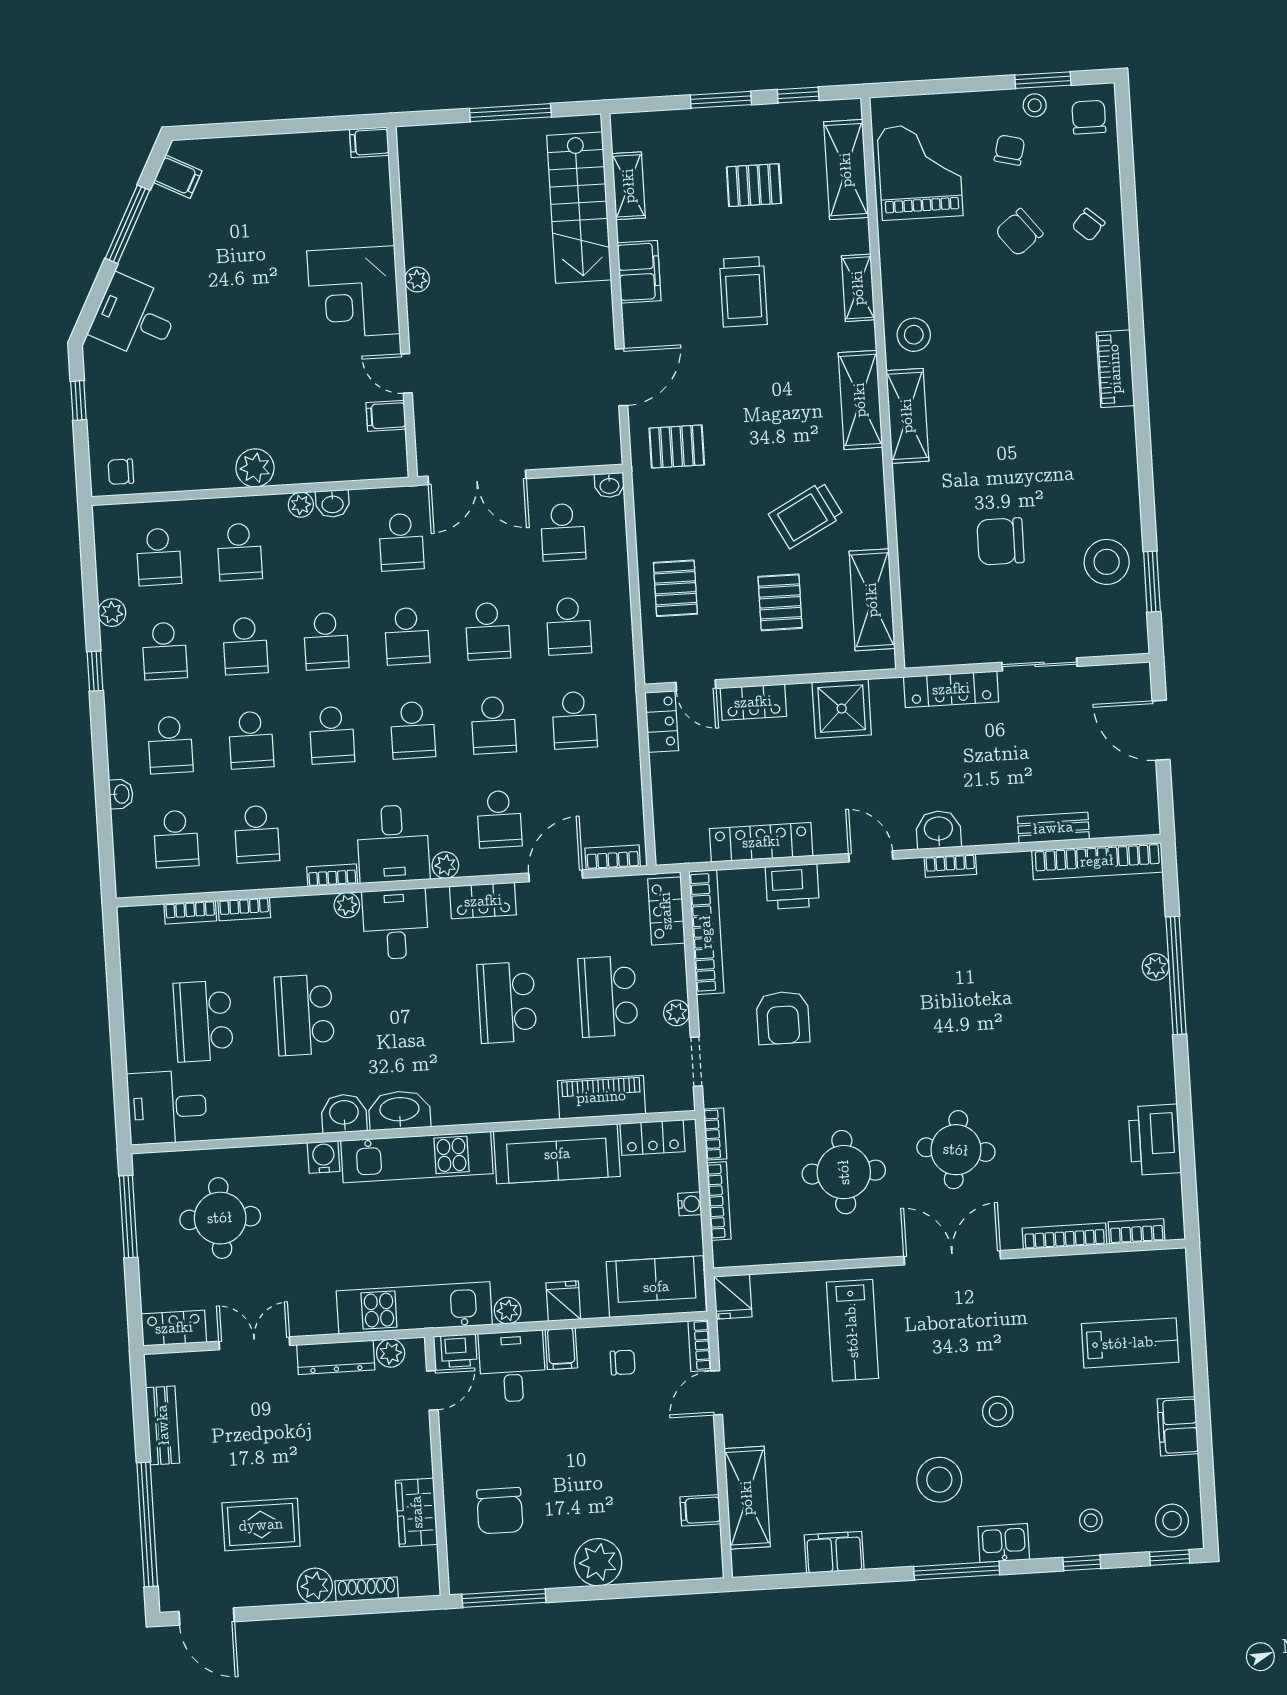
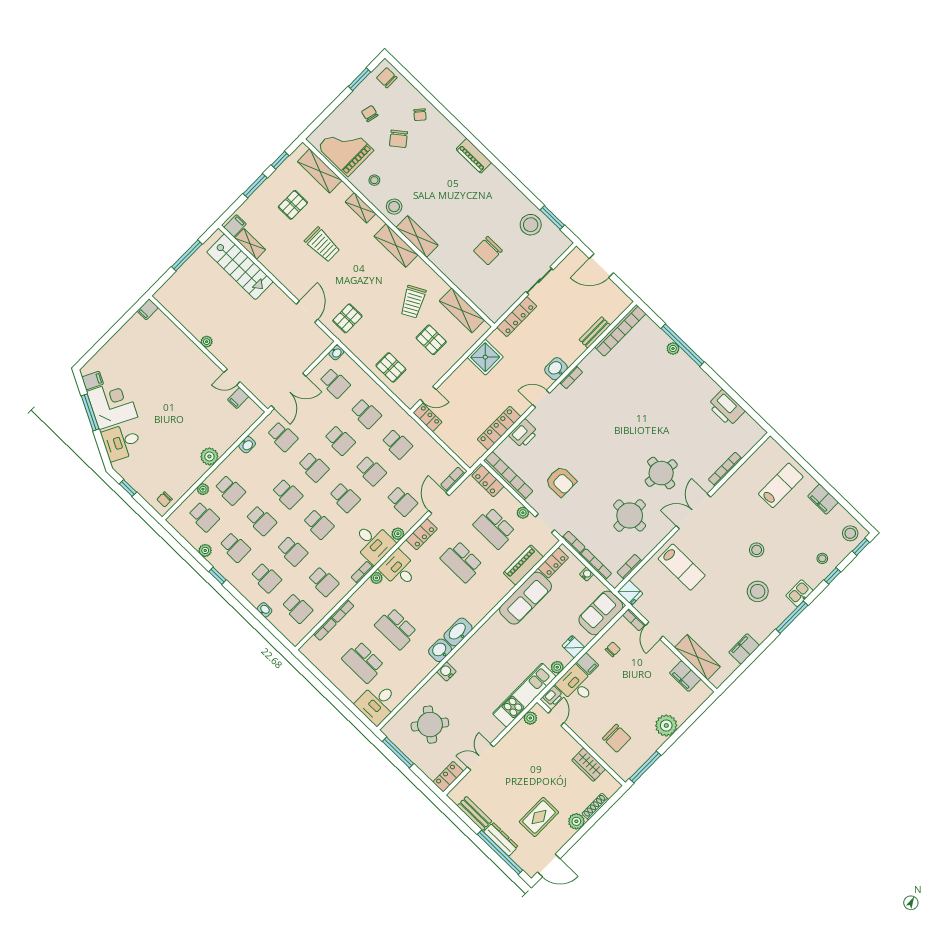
stool: (1035, 105) -> (374, 180), moved
filing cabinet: (639, 272) -> (235, 226), moved, width x0.50
corner desk: (353, 292) -> (112, 404), moved, turned -153
plant: (301, 505) -> (203, 489), moved
locker: (753, 702) -> (453, 382), removed
kitchen unit: (417, 1157) -> (479, 643), removed
round table: (220, 1218) -> (430, 725), turned 38
bookcase: (1137, 1231) -> (629, 567), moved
dresser: (336, 1357) -> (501, 839), moved, turned -90
filing cabinet: (700, 1510) -> (685, 676), width x2.00

